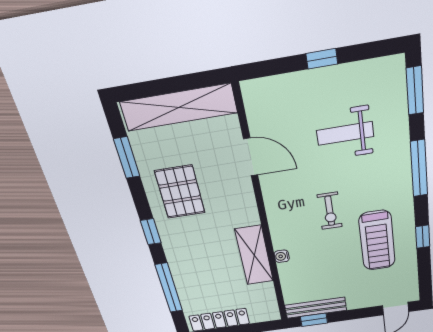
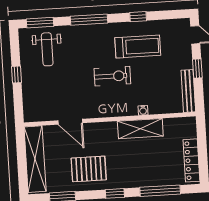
weight bench: (345, 133) -> (47, 49), moved
door: (251, 157) -> (70, 122), swing flipped
exercise bike: (330, 211) -> (112, 76), width x1.38, depth x1.39
window: (314, 320) -> (197, 69), moved

